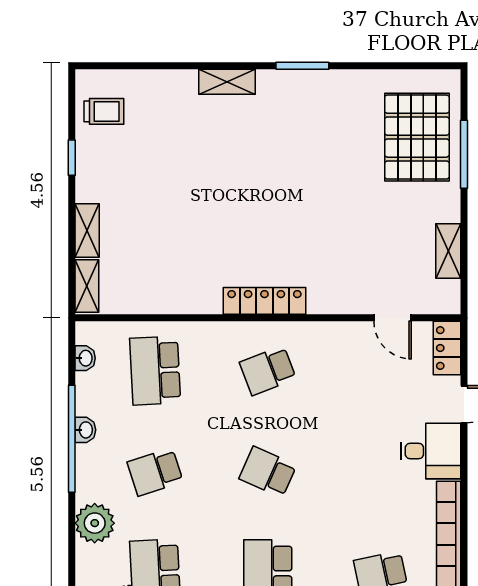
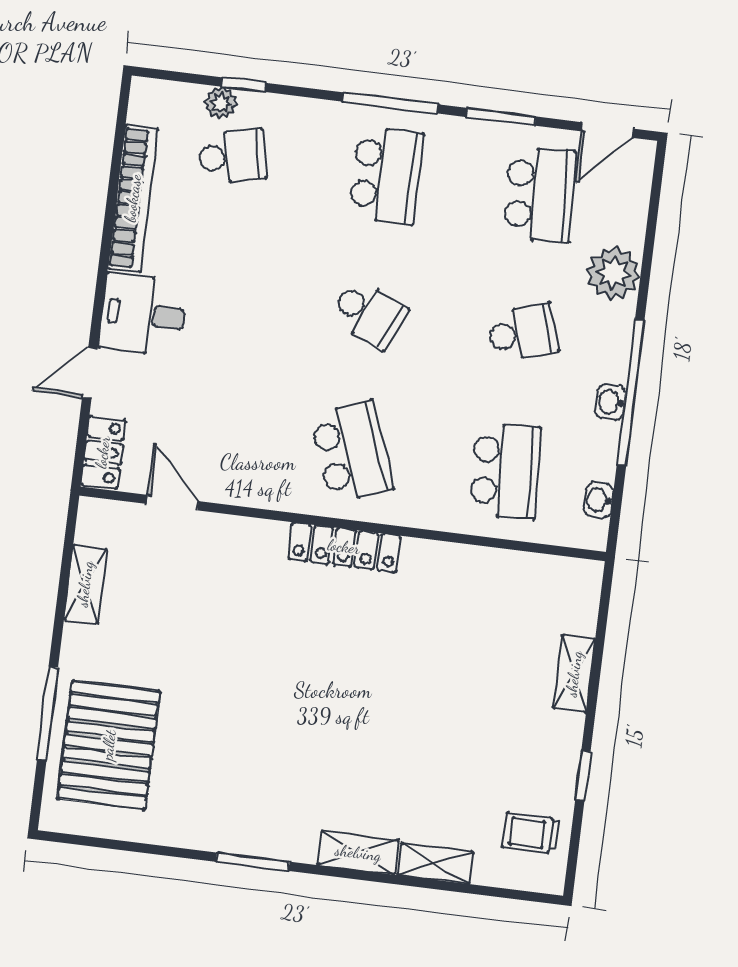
shelving: (87, 286) -> (435, 863), moved, turned 90
school desk: (268, 371) -> (352, 452), width x1.85

